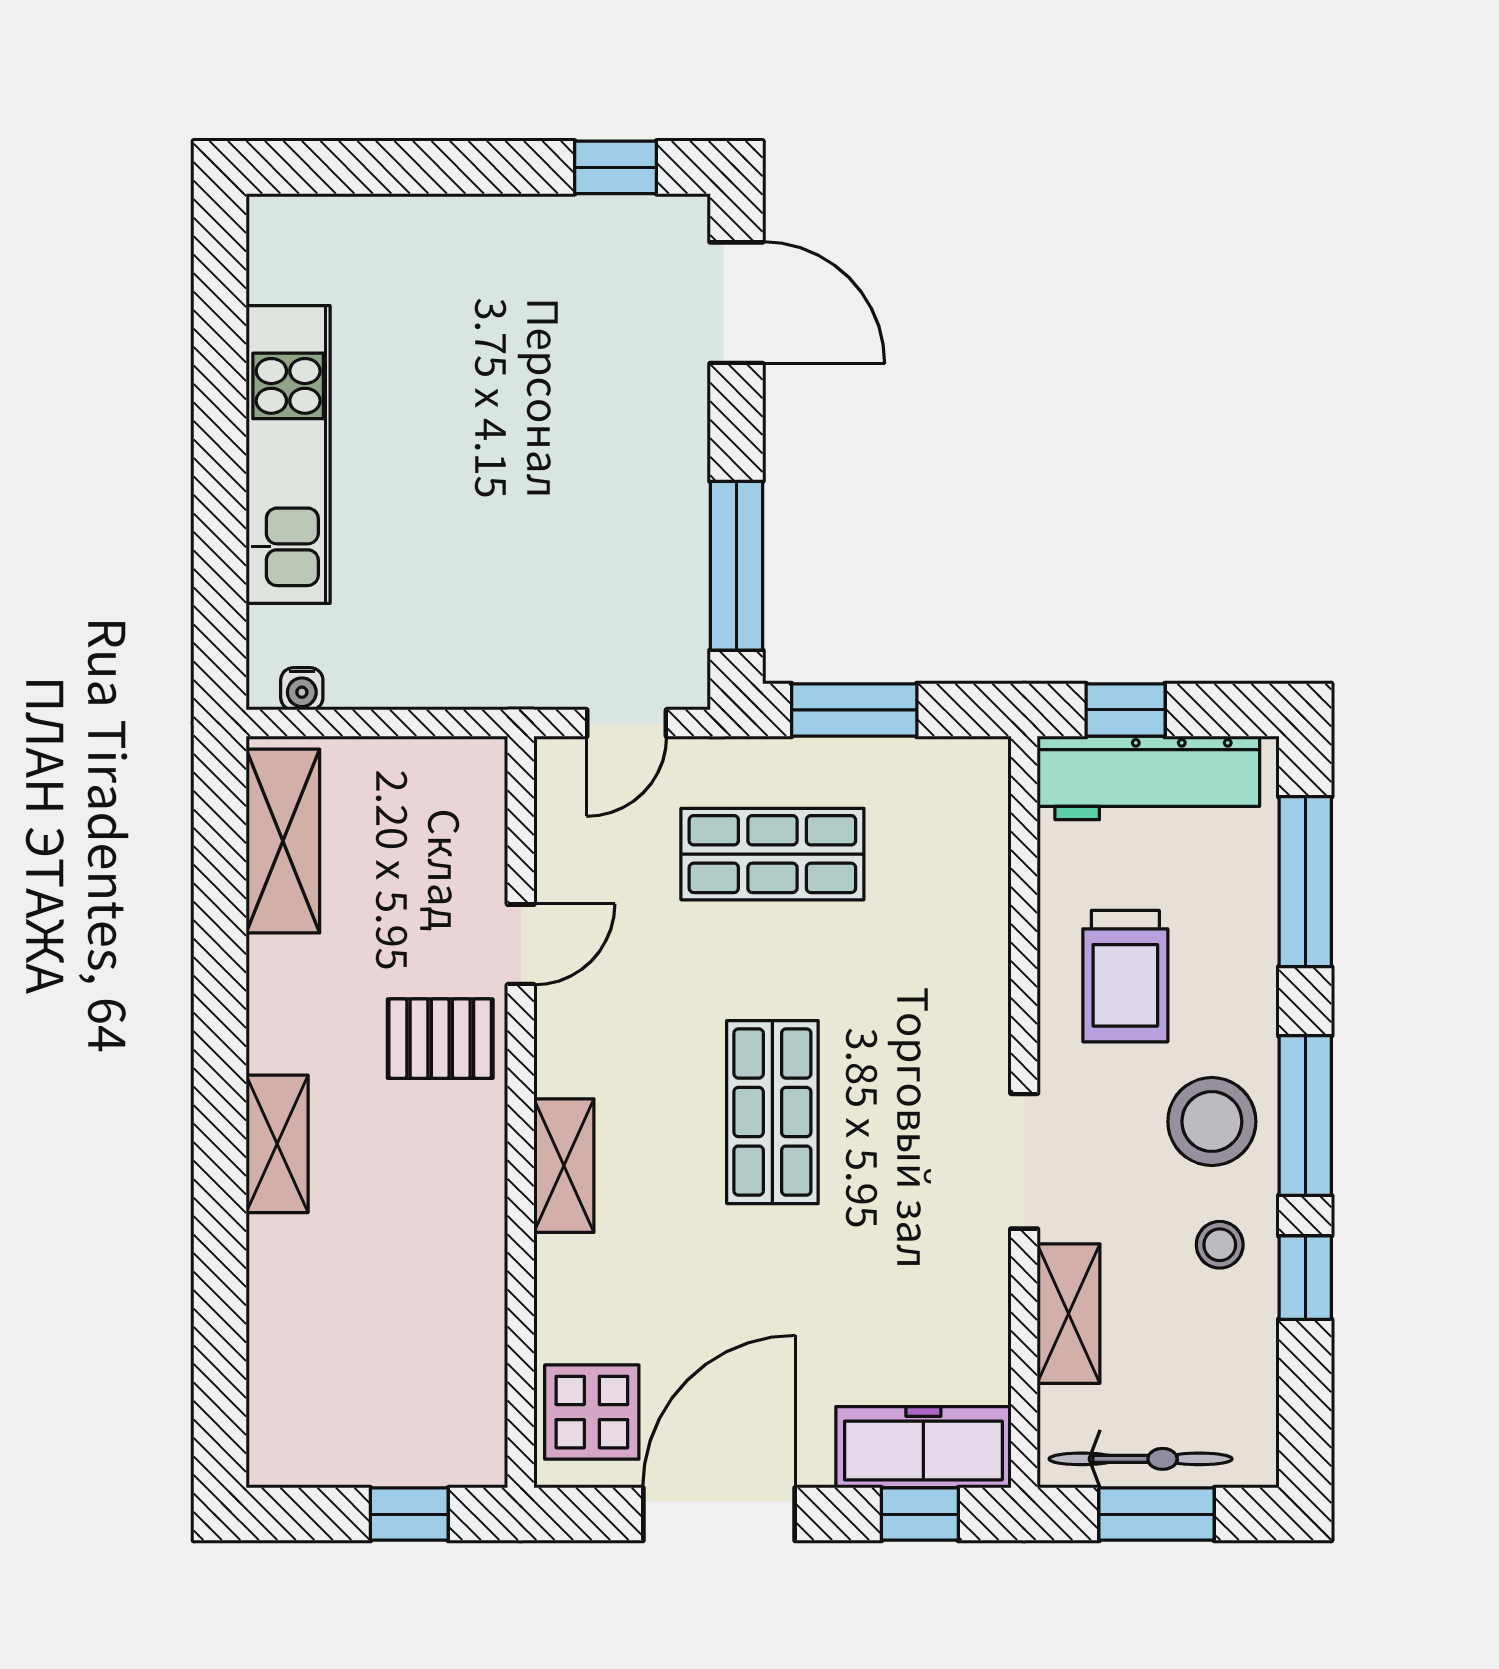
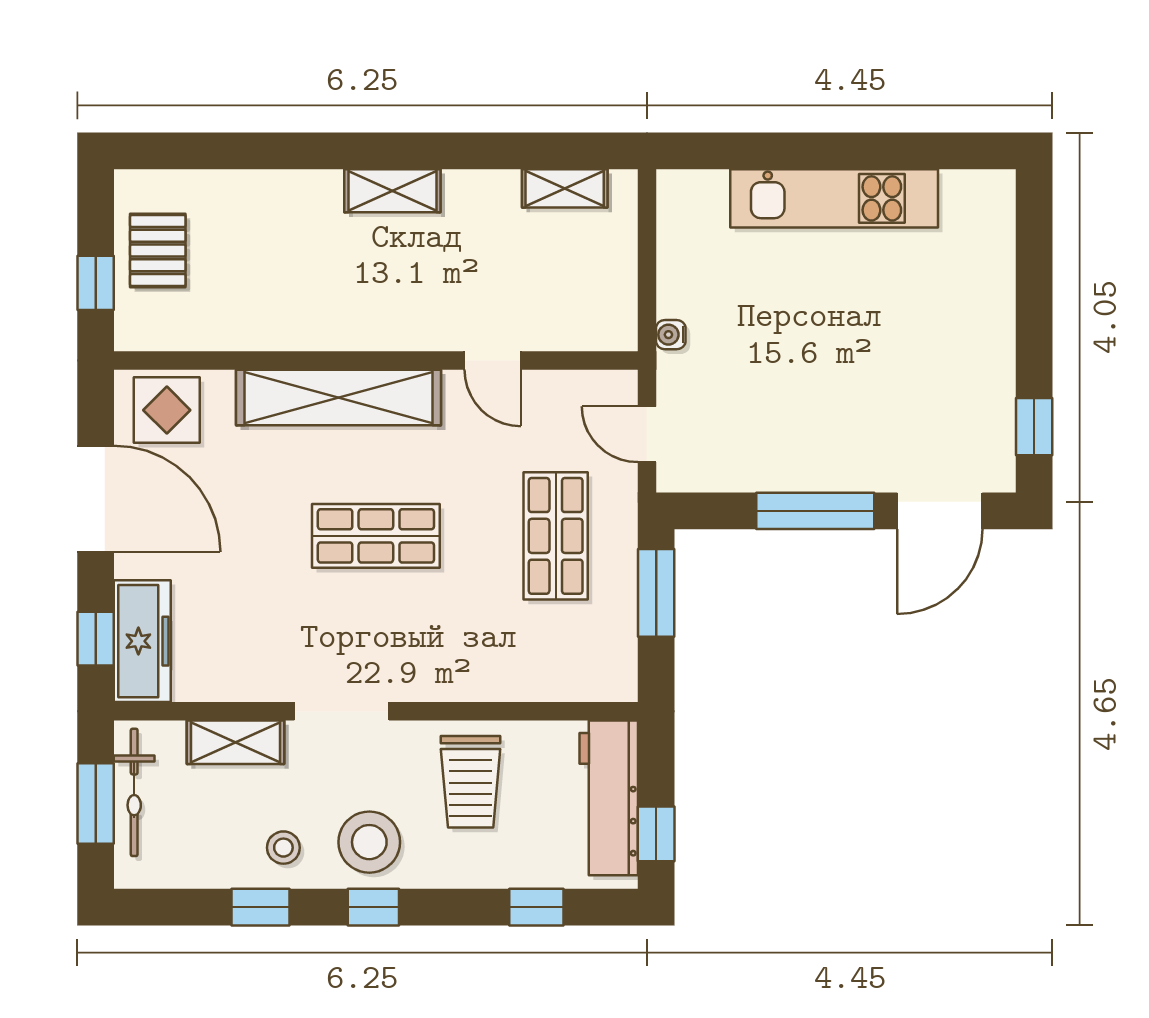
window: (736, 566) -> (815, 511), moved
water cooler: (302, 689) -> (671, 335), moved
window: (1126, 710) -> (656, 834), moved
shelving: (283, 841) -> (565, 188), width x0.67, depth x0.75
window: (1305, 882) -> (536, 907), width x0.46
trolley: (1125, 976) -> (471, 782), turned -90
pallet: (440, 1039) -> (158, 251), moved
window: (1305, 1116) -> (373, 907), width x0.46
shelving: (277, 1144) -> (392, 191), moved
shelving: (564, 1166) -> (339, 398), width x2.20, depth x1.33

